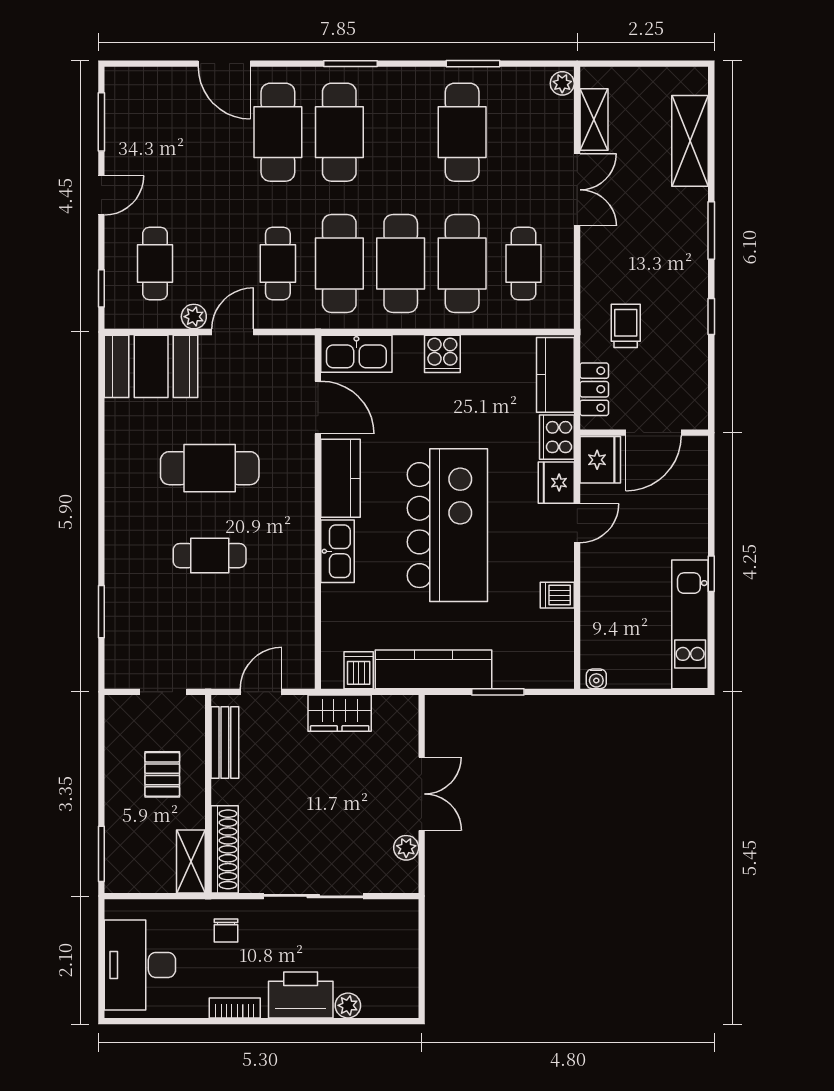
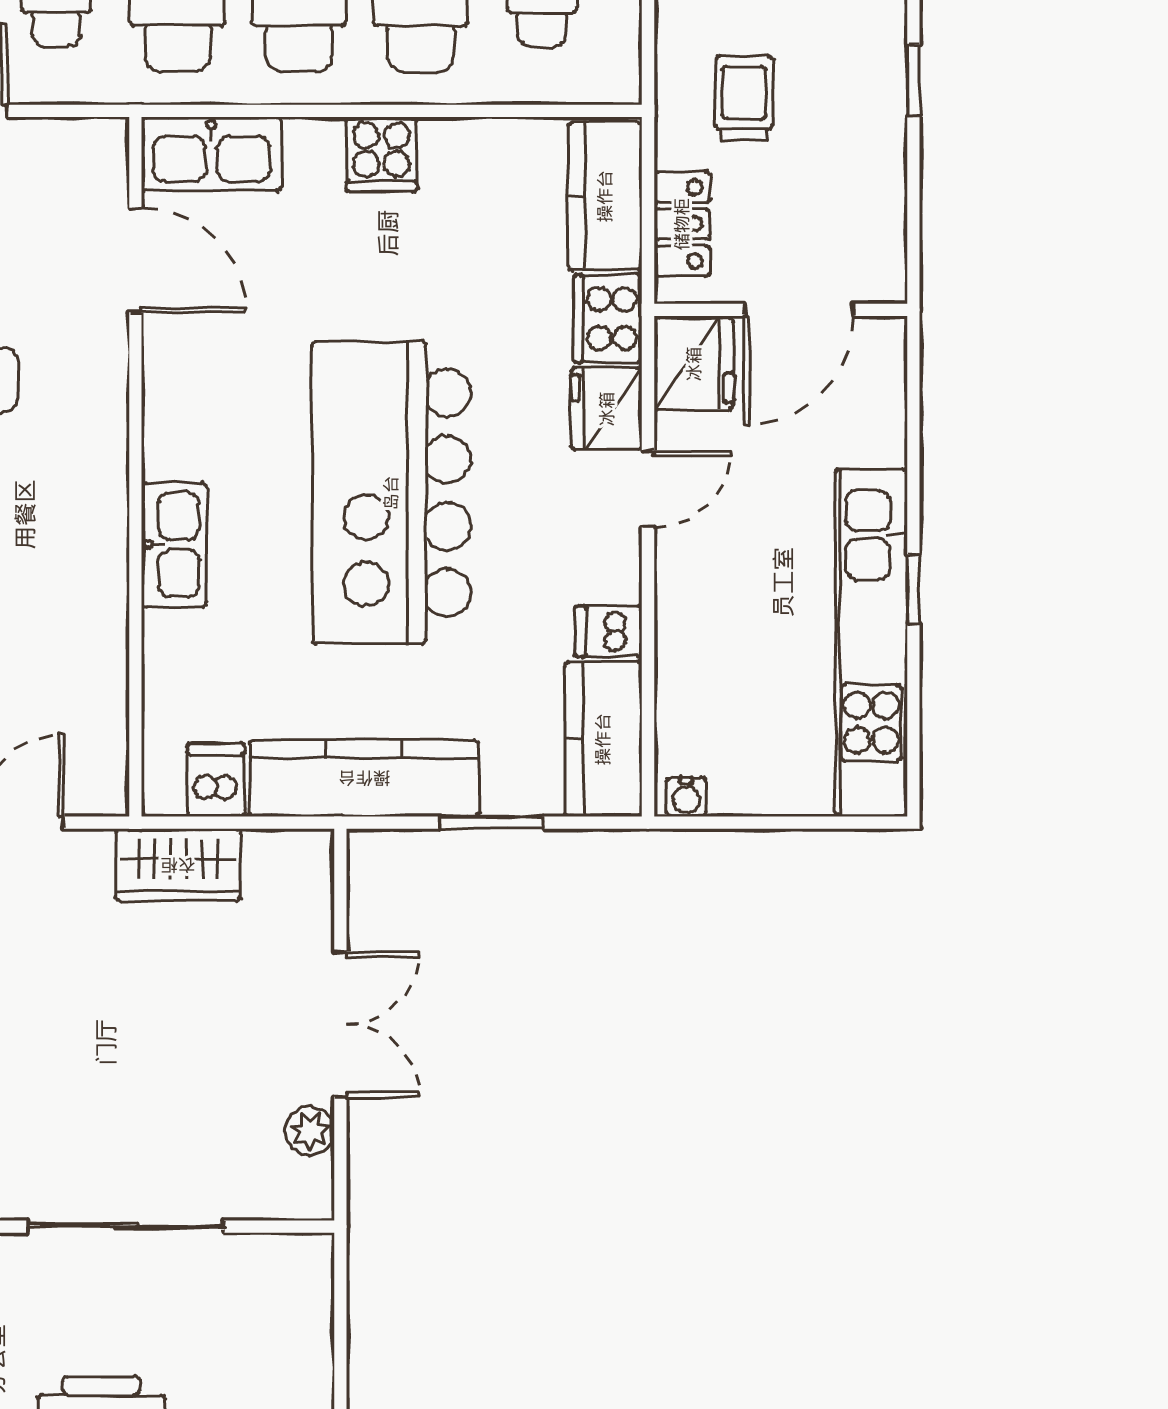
kitchen counter: (341, 478) -> (603, 739), moved, turned 180
kitchen island: (447, 525) -> (391, 493), turned 180
kitchen unit: (690, 624) -> (871, 643), width x1.36

